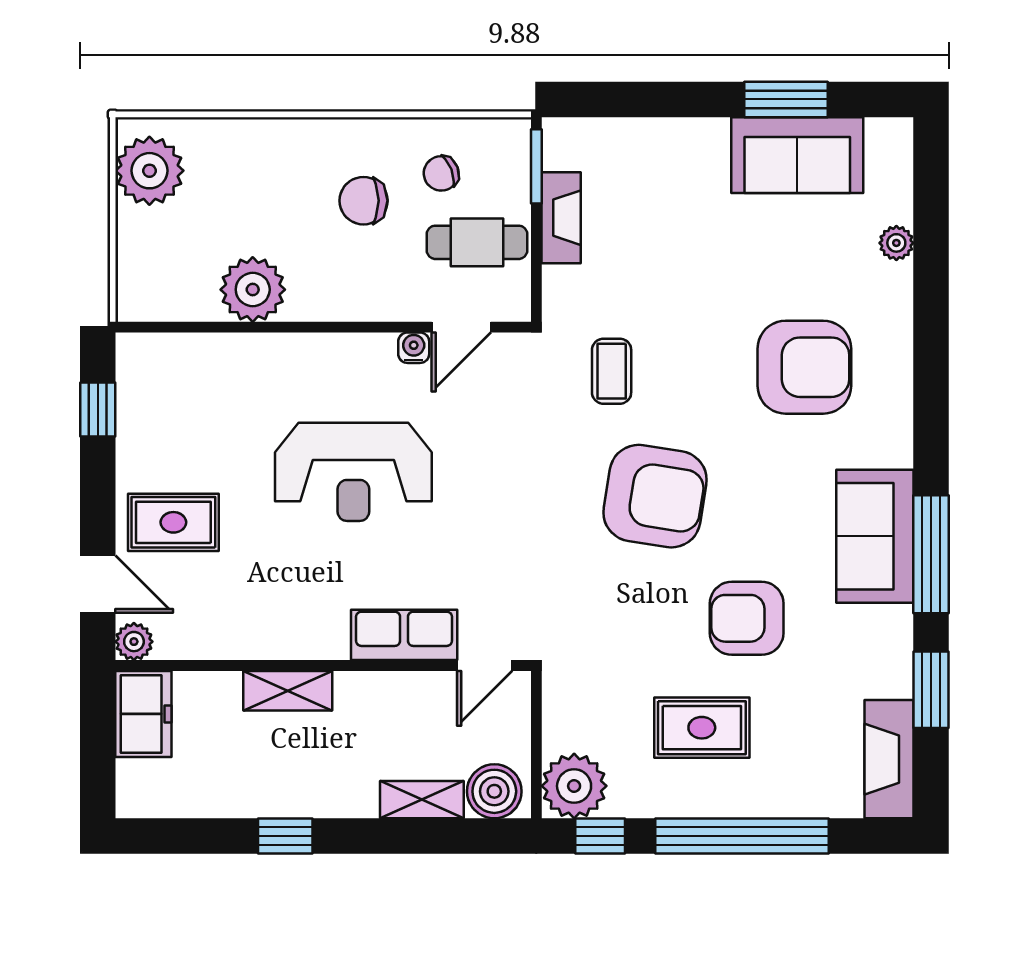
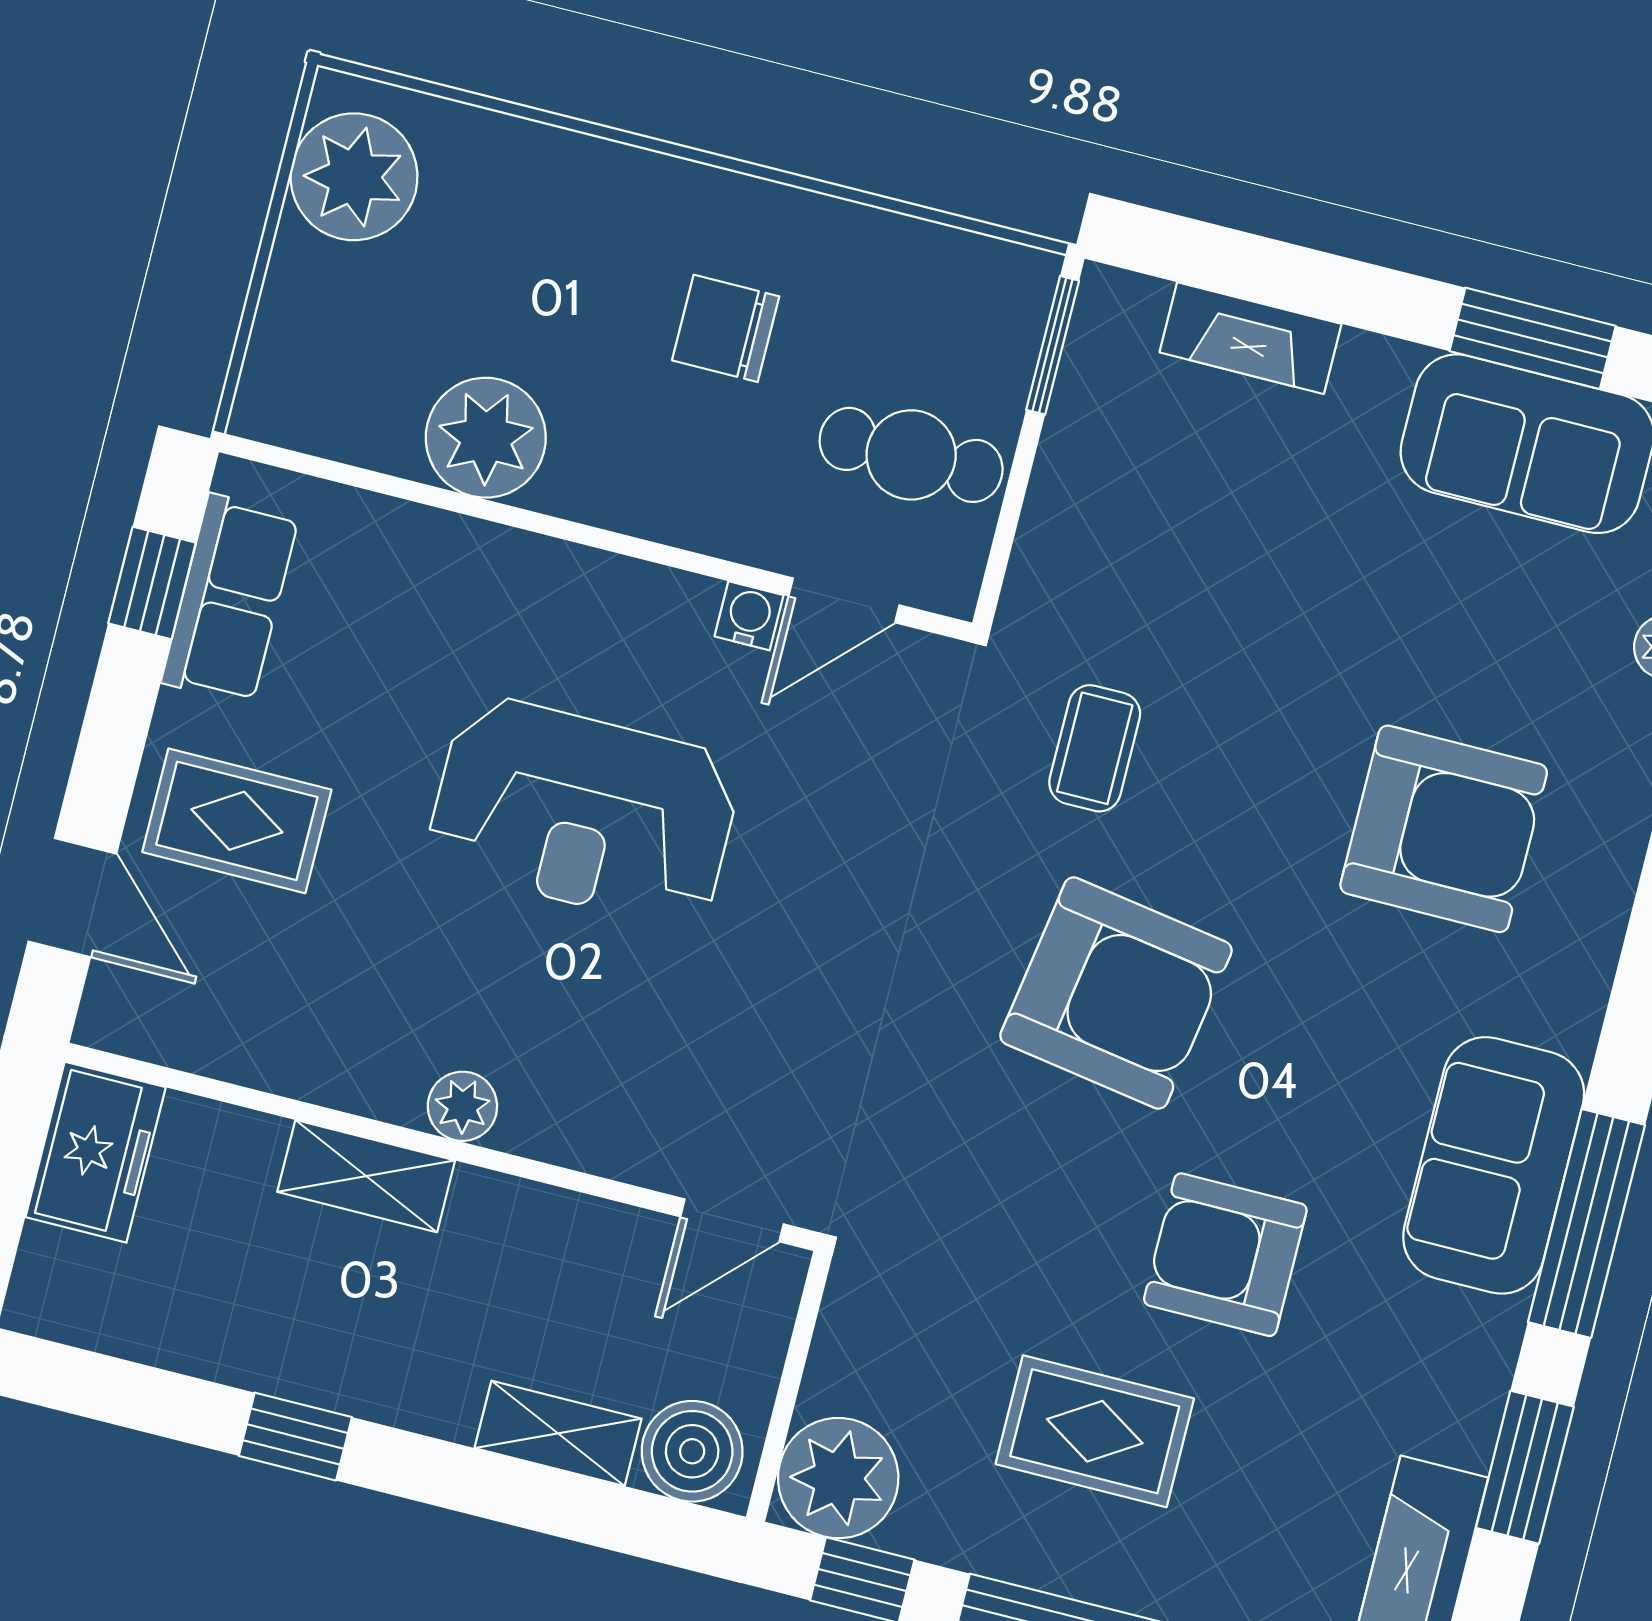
chair: (441, 173) -> (878, 315), removed
fireplace: (561, 218) -> (1251, 338), moved, turned 90
row of seats: (404, 635) -> (230, 599), moved, turned 90
plant: (134, 642) -> (462, 1106), moved

